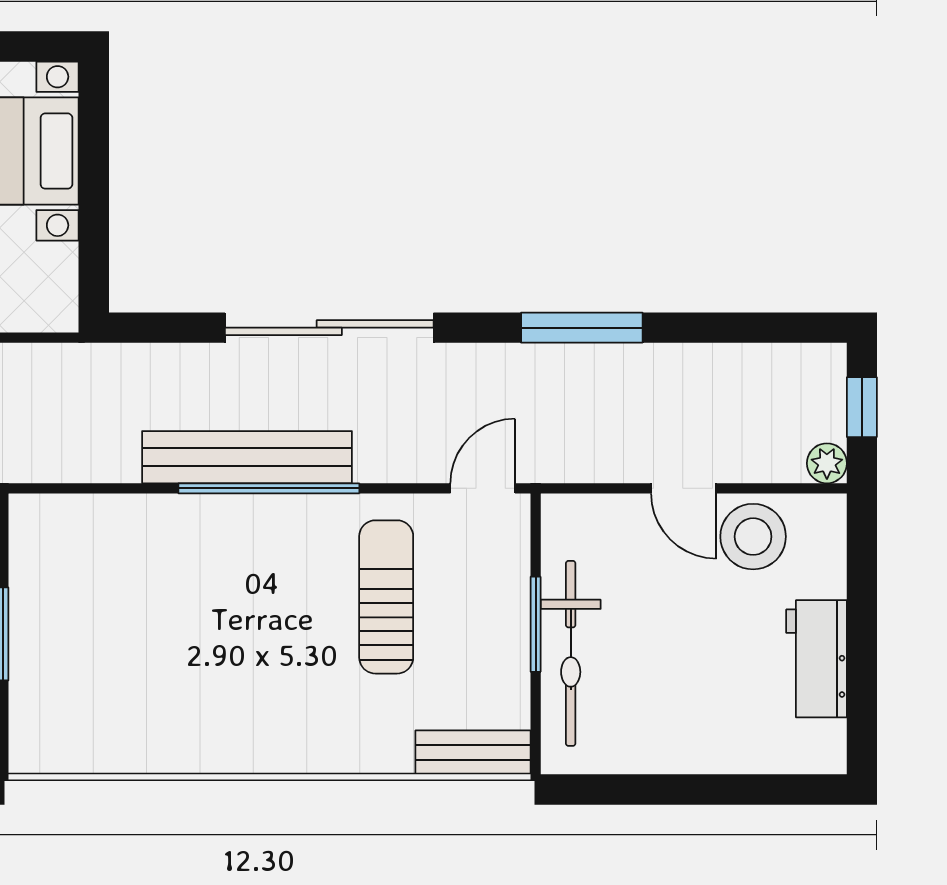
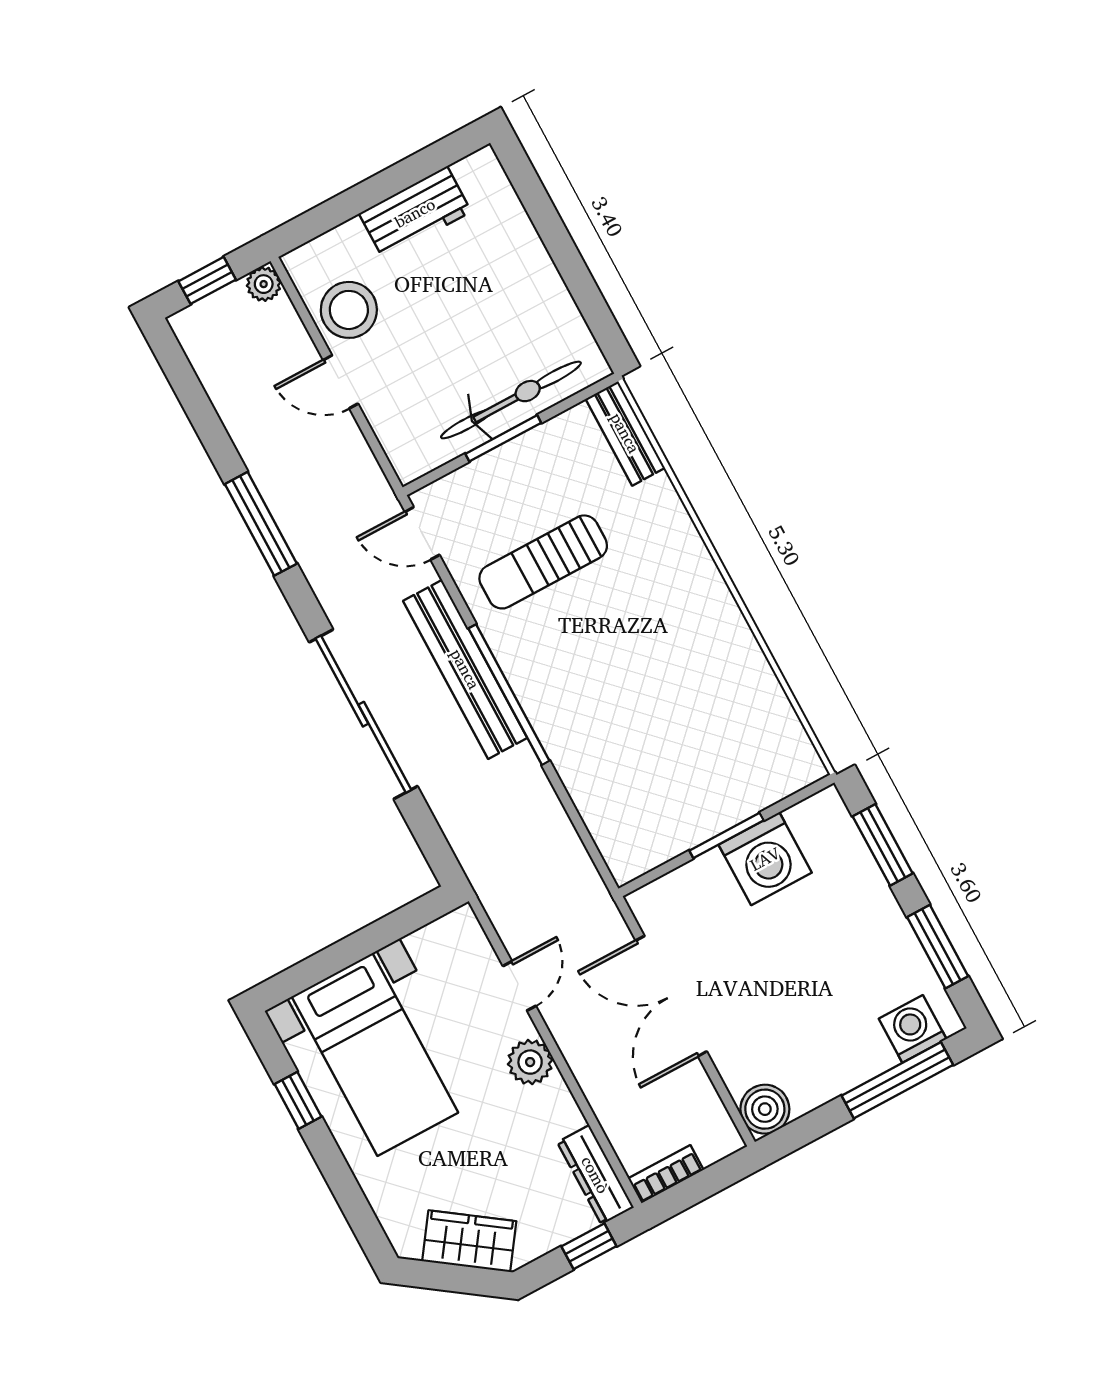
bench: (247, 457) -> (465, 669), moved
door: (684, 488) -> (341, 382), swing flipped

